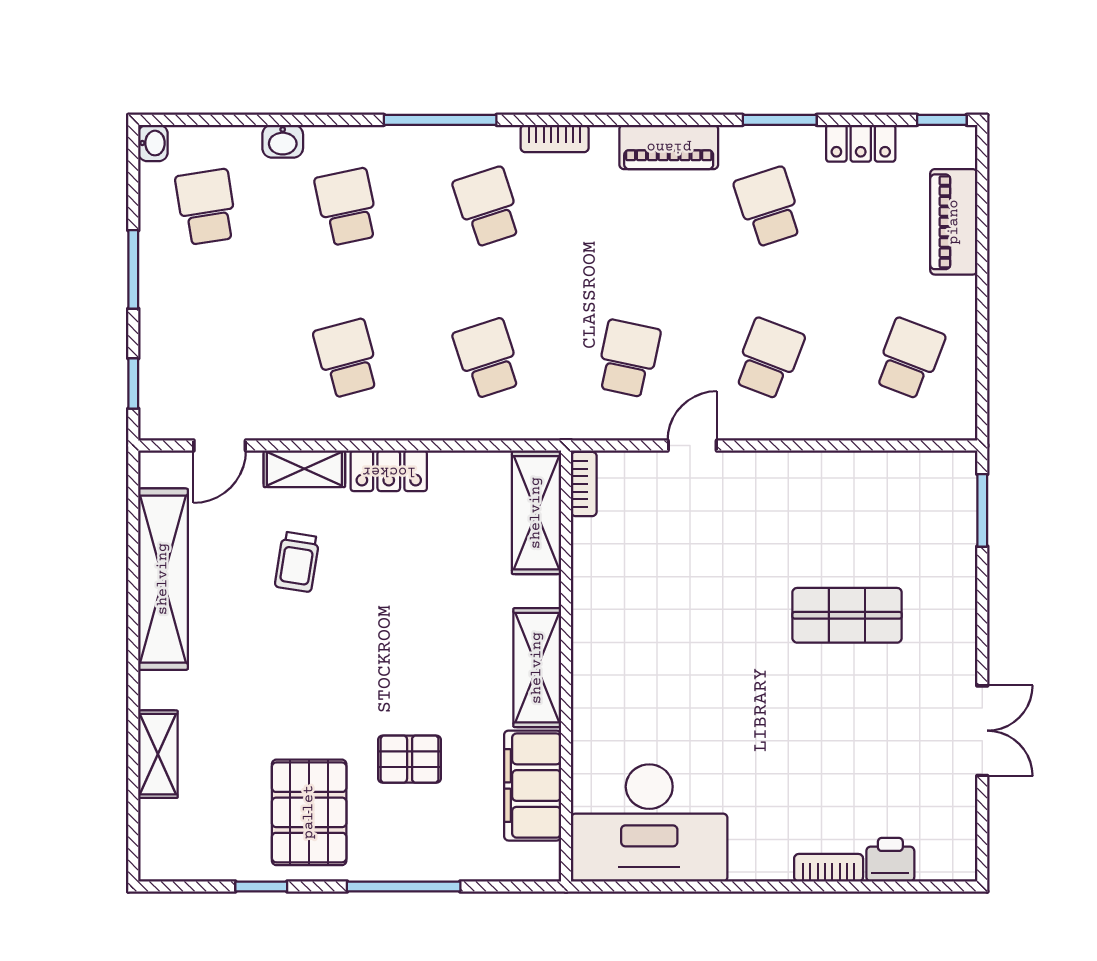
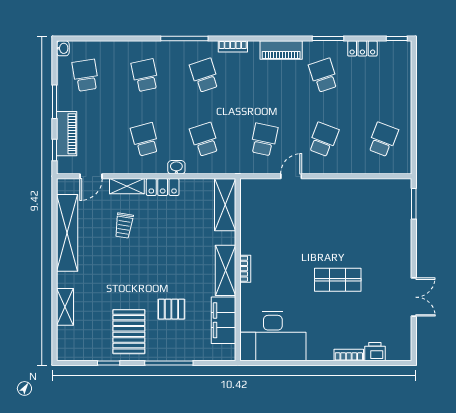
washbasin: (283, 141) -> (176, 167), moved, turned 180
piano: (954, 222) -> (67, 134), moved, turned 180
bookcase: (584, 484) -> (245, 269), moved
shop shelf: (847, 615) -> (338, 280), moved

